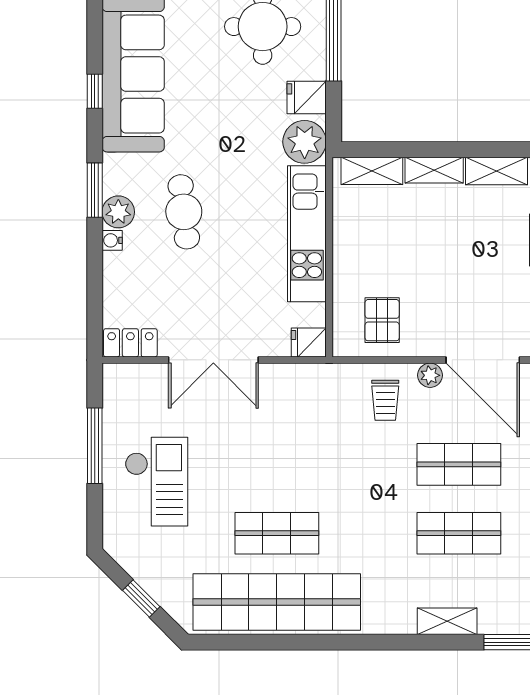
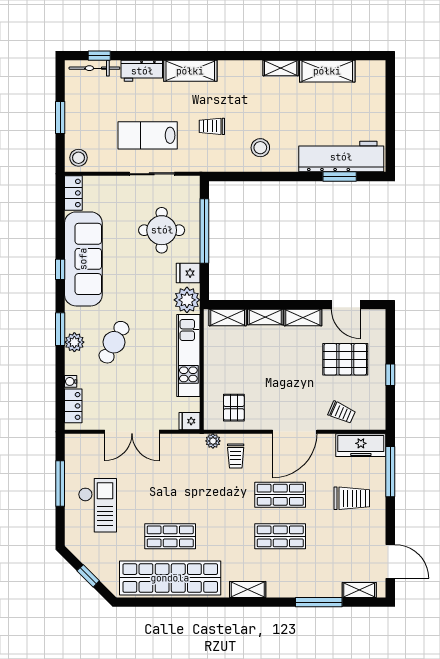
cafe table: (184, 212) -> (114, 342), turned 35
water cooler: (112, 240) -> (71, 381), moved
locker: (130, 343) -> (73, 406), moved, turned 90
door: (483, 360) -> (295, 432), hinge flipped
plant: (430, 375) -> (213, 441), moved
shelving: (447, 621) -> (248, 590), moved

